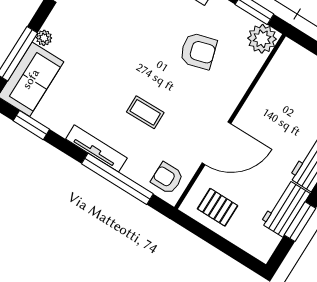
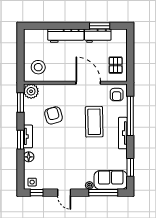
stool: (295, 76) -> (38, 67), added
coffee table: (145, 112) -> (94, 122), width x1.86, depth x1.72

